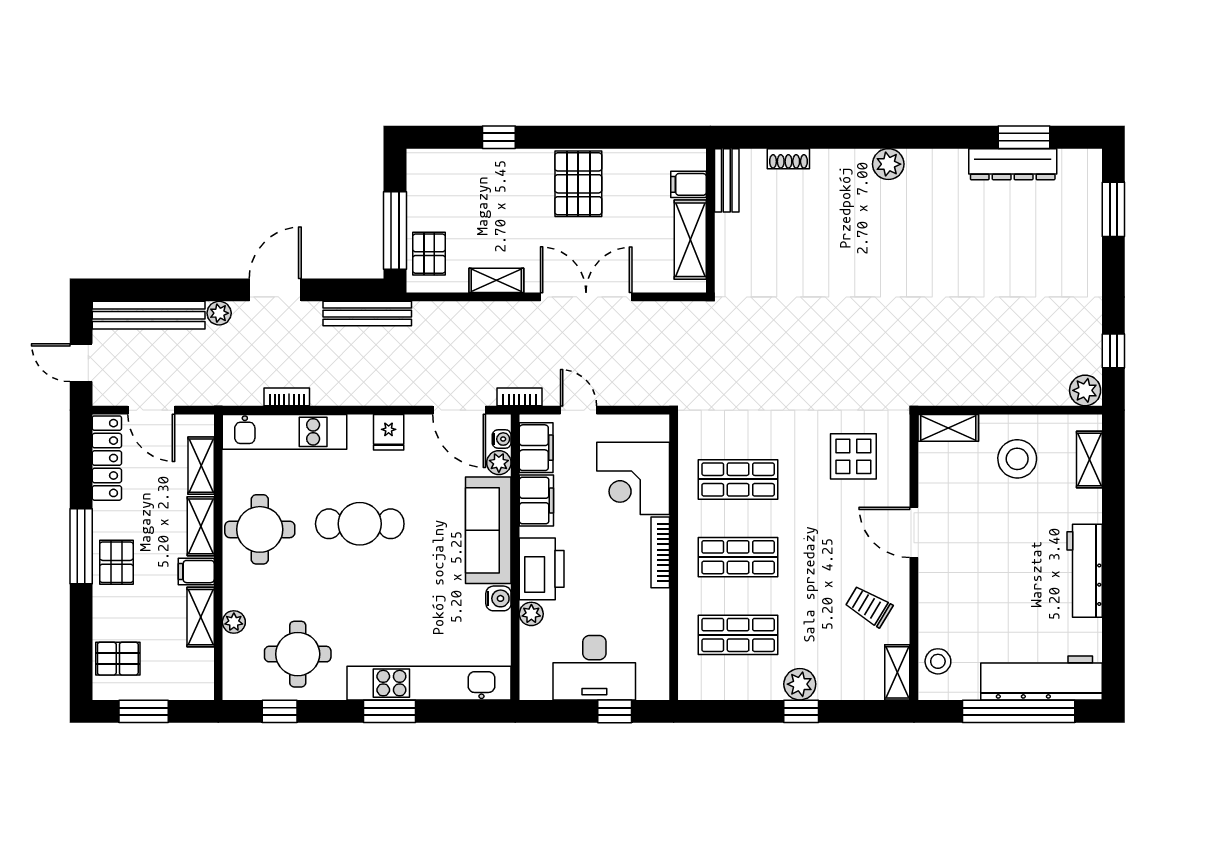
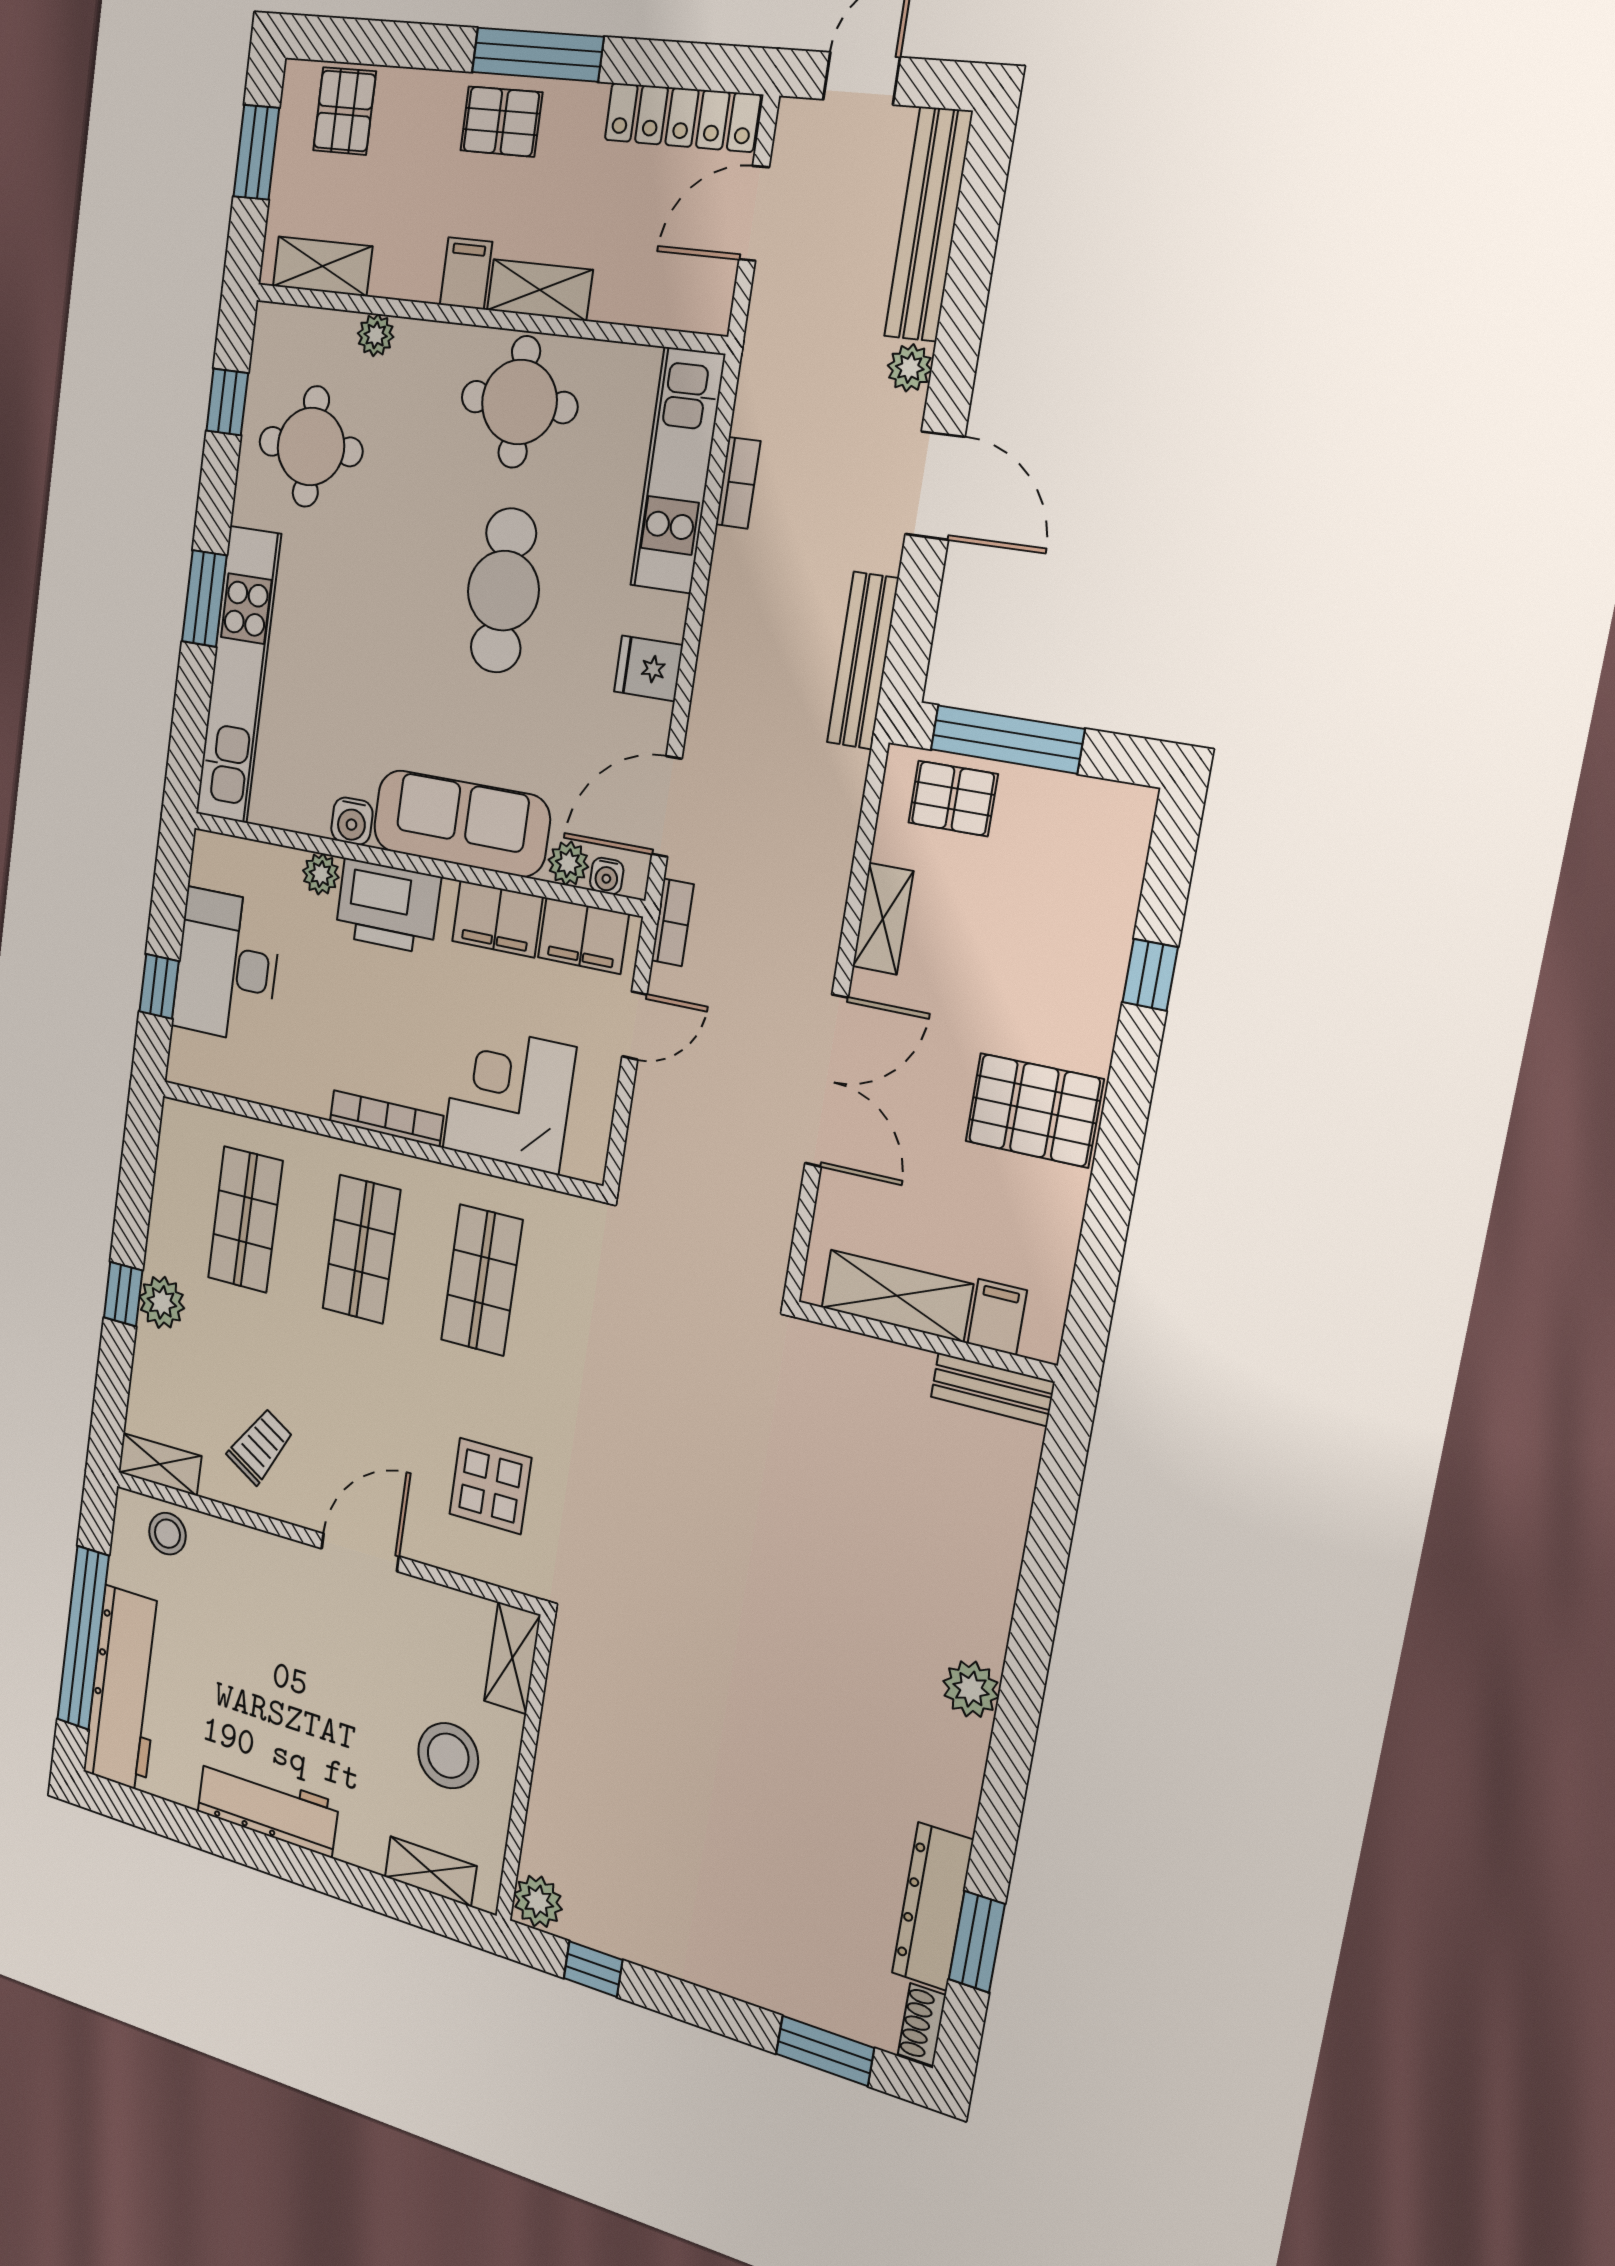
shoe rack: (788, 159) -> (922, 2025), moved
shelving: (201, 466) -> (642, 302), removed
shelving: (201, 617) -> (322, 266), moved

